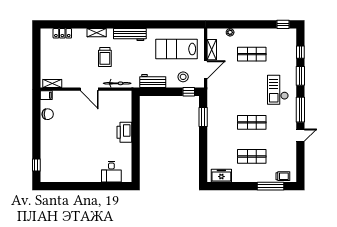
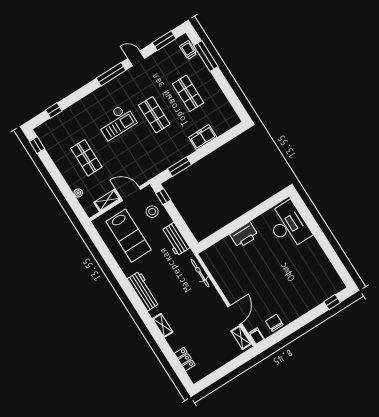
trolley: (105, 57) -> (182, 302), removed
window: (300, 76) -> (164, 41), moved
door: (89, 89) -> (235, 315), moved
checkout: (278, 90) -> (116, 122), moved
desk: (111, 172) -> (288, 225), width x1.87, depth x1.30
freezer: (221, 176) -> (203, 137), moved, turned 90

